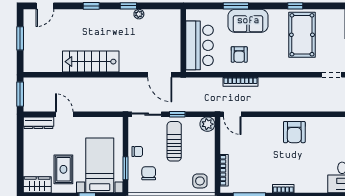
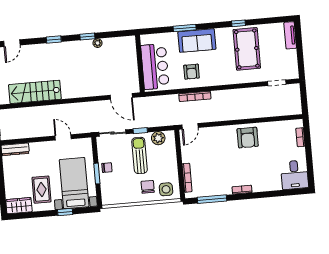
stairs: (91, 62) -> (35, 92), moved
door: (64, 114) -> (63, 137), moved
door: (232, 114) -> (190, 126), hinge flipped
plant: (207, 124) -> (158, 138), moved
window: (126, 168) -> (97, 174), moved
chair: (149, 173) -> (148, 187), moved

